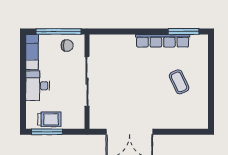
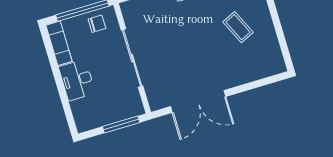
trolley: (49, 119) -> (102, 115), removed
window: (47, 132) -> (121, 124), moved

